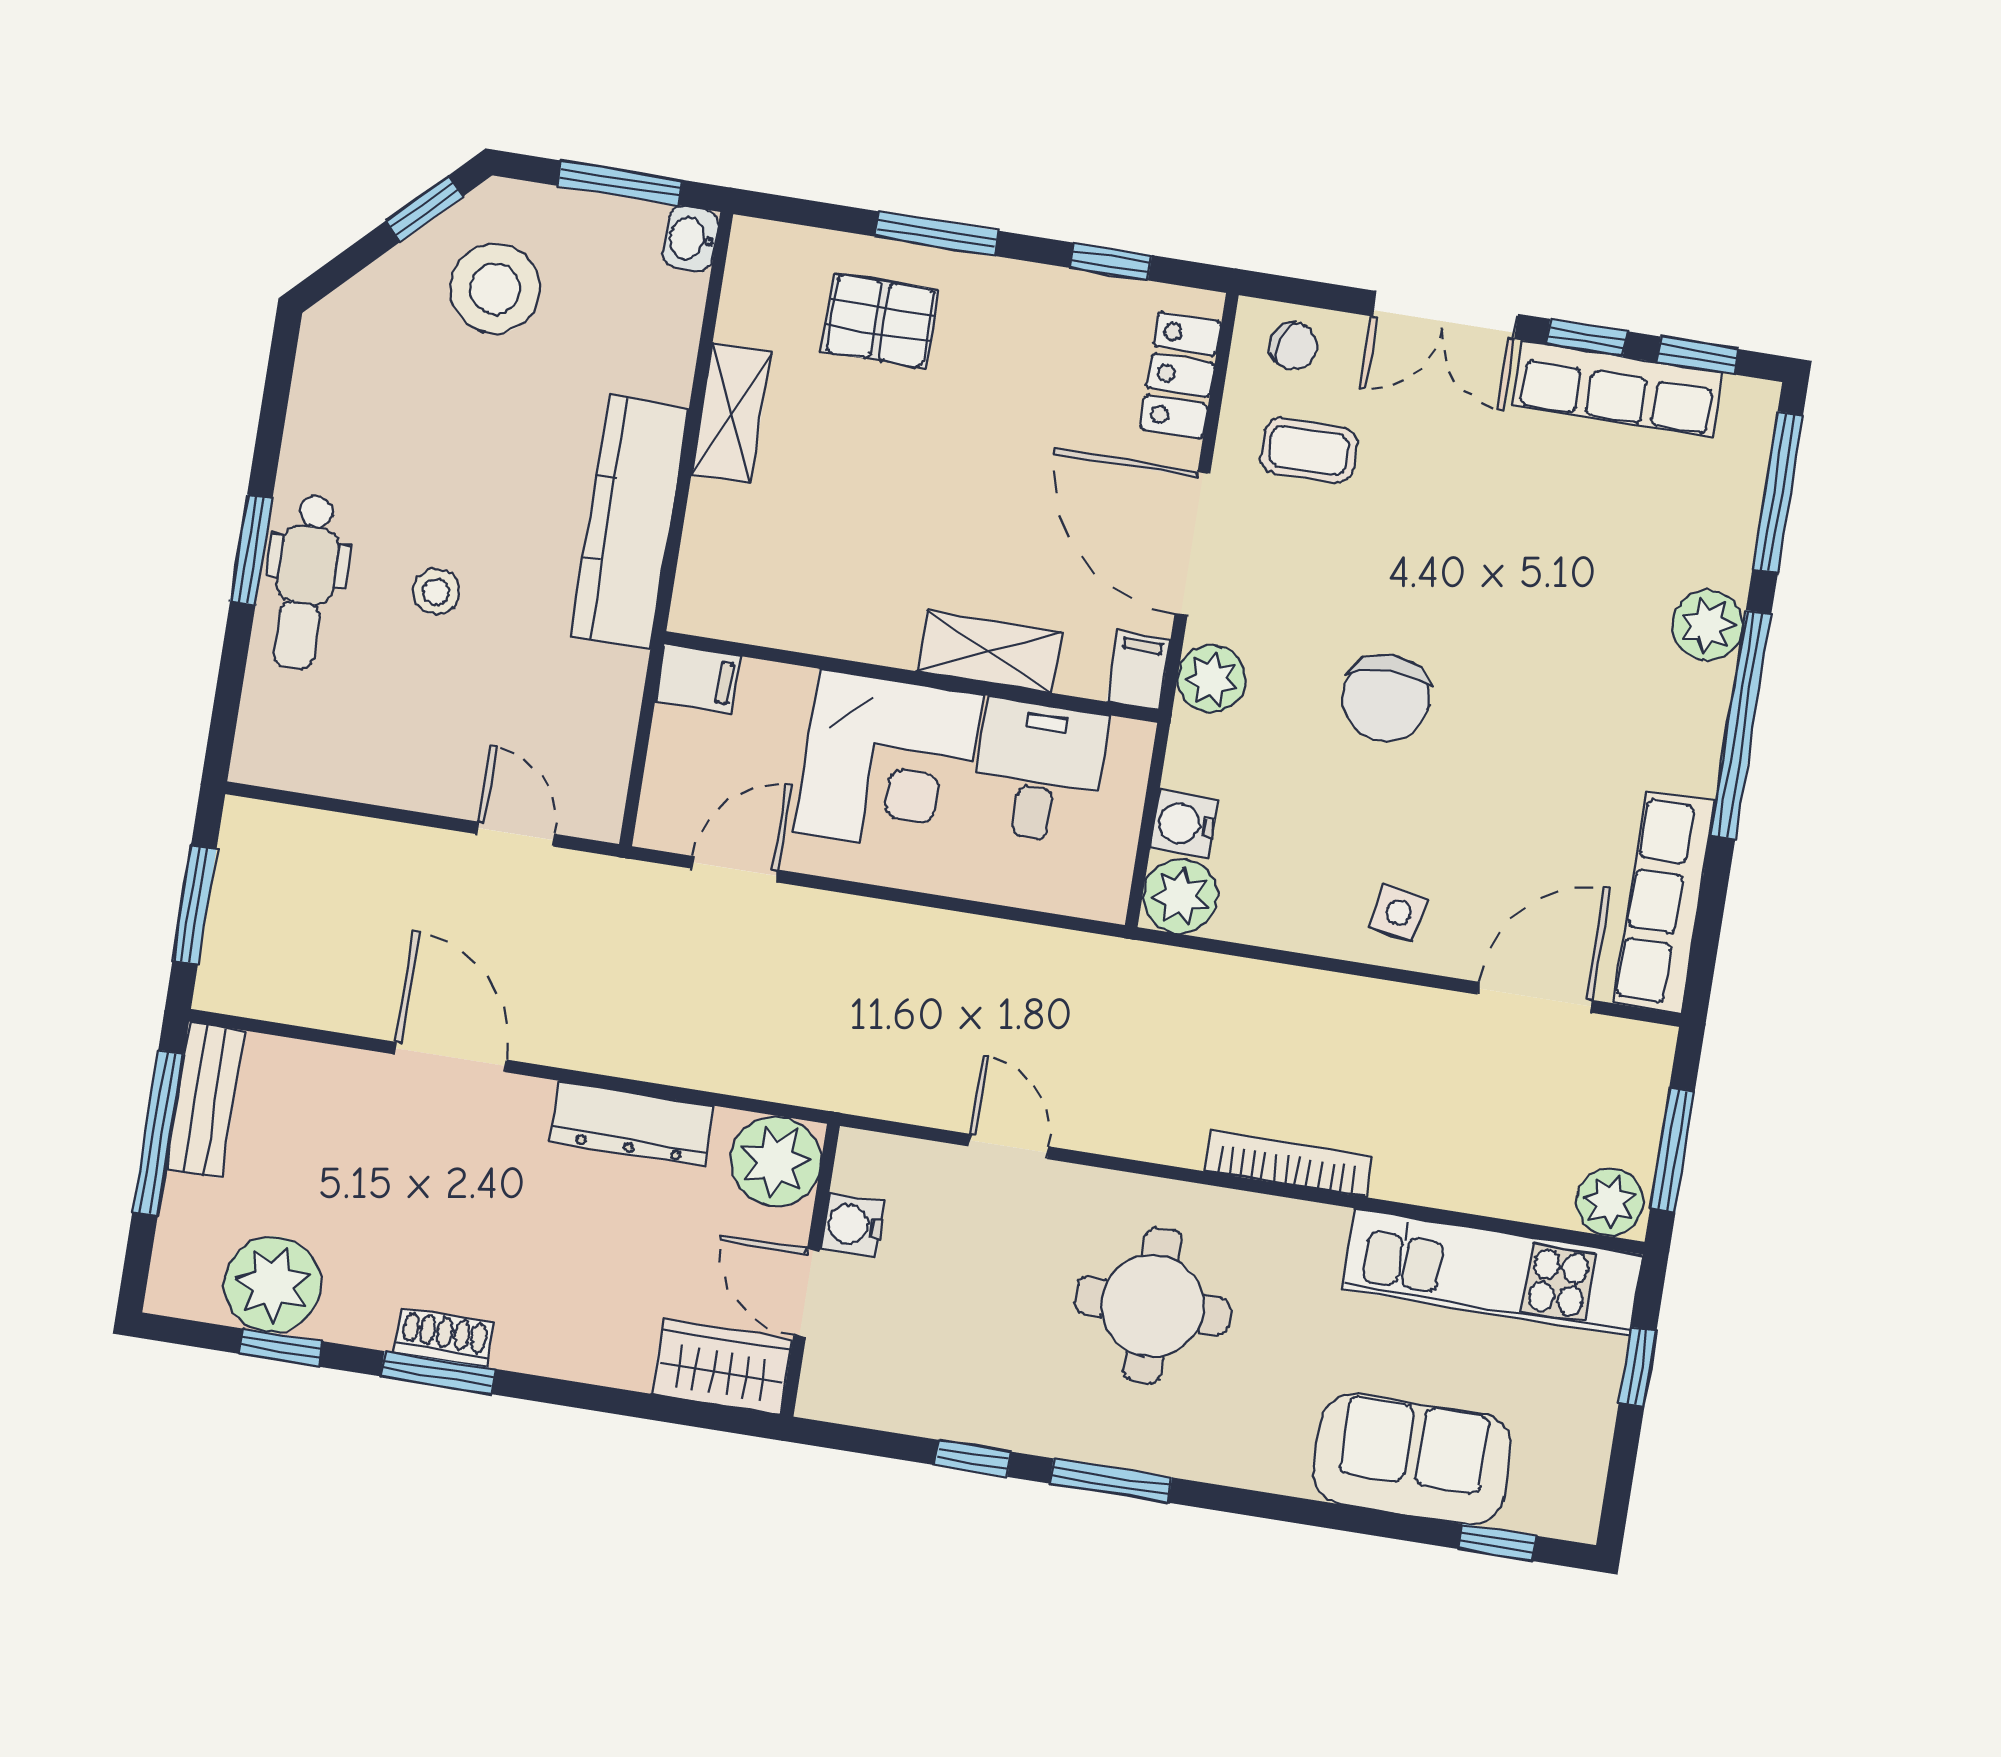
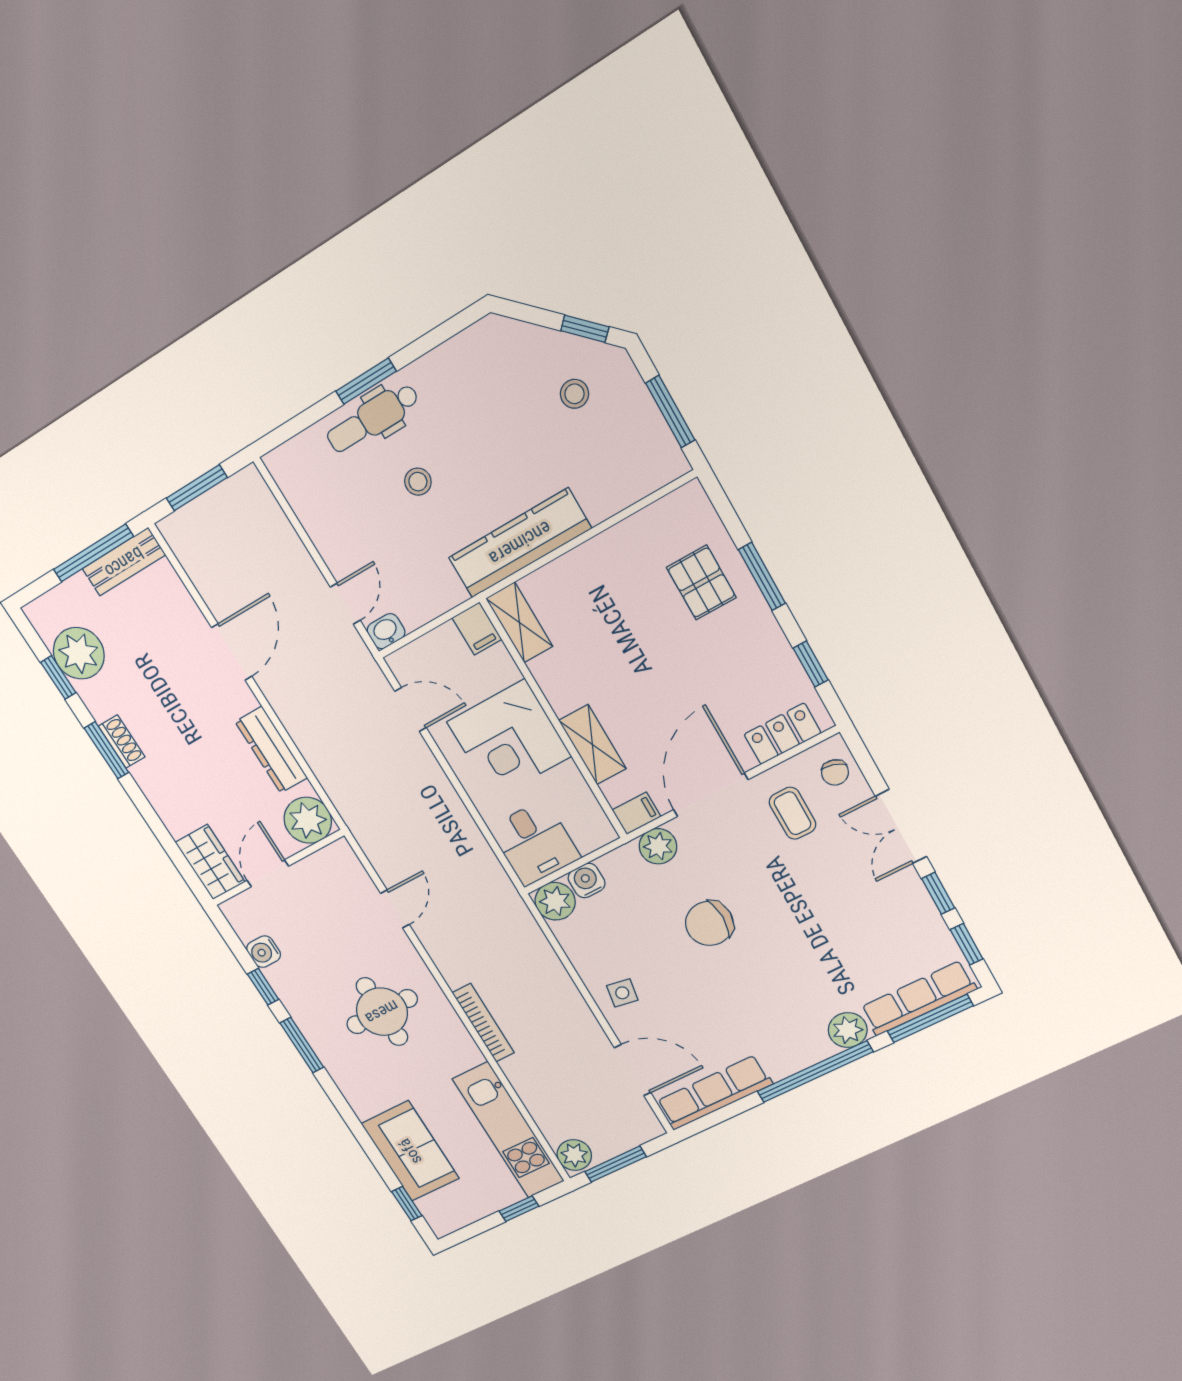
washbasin: (691, 239) -> (386, 631), moved
stool: (495, 289) -> (575, 394), width x0.53, depth x0.53
row of seats: (1618, 389) -> (918, 998), moved, turned 90
shelving: (731, 413) -> (519, 622), moved, turned 90
desk: (1039, 772) -> (535, 843), moved, turned 90
water cooler: (853, 1225) -> (264, 952), moved, turned -90

